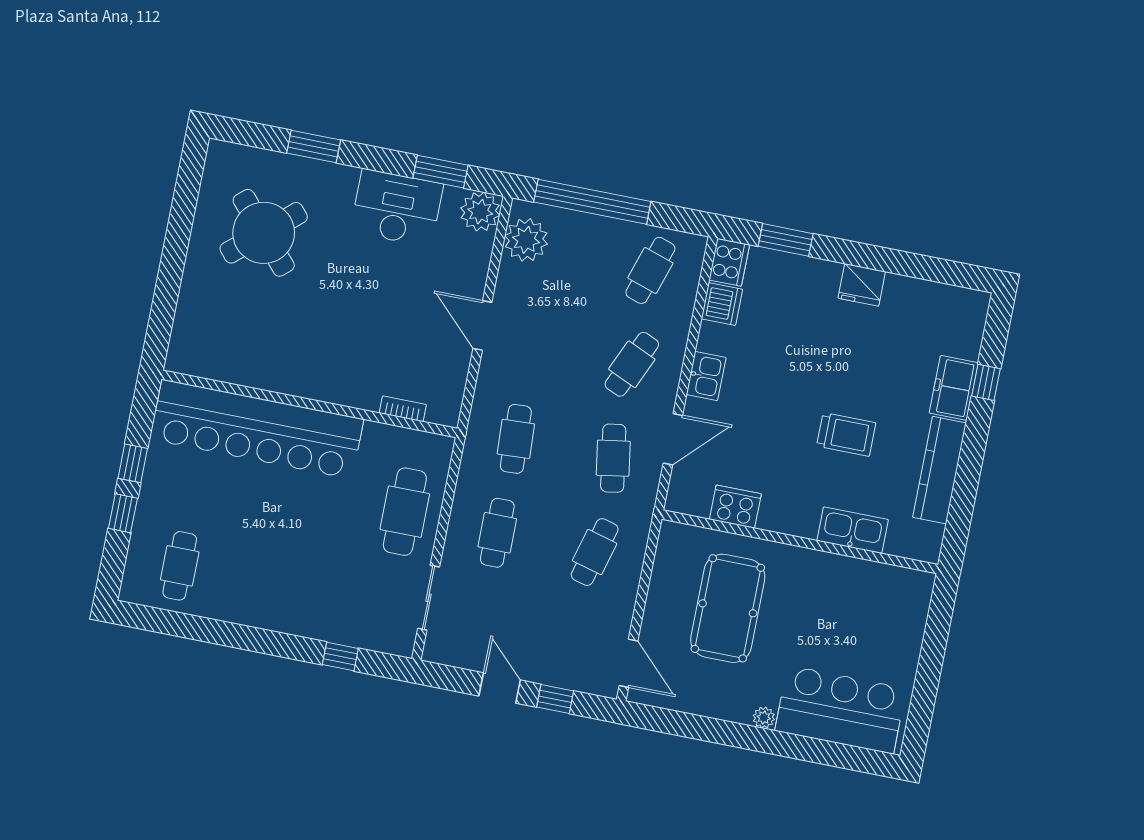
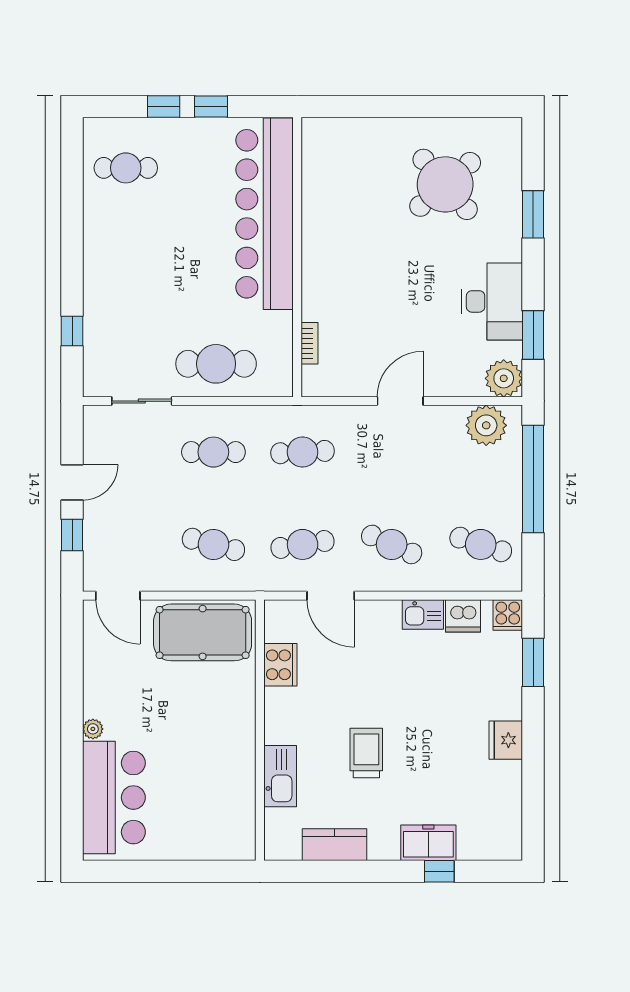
cooker: (729, 262) -> (508, 615), width x0.73
kitchen sink: (706, 376) -> (423, 614), moved
trolley: (846, 434) -> (366, 753), turned 180
kitchen counter: (939, 470) -> (335, 845), width x0.67
pool table: (728, 608) -> (203, 632), moved
door: (629, 663) -> (118, 596), hinge flipped

